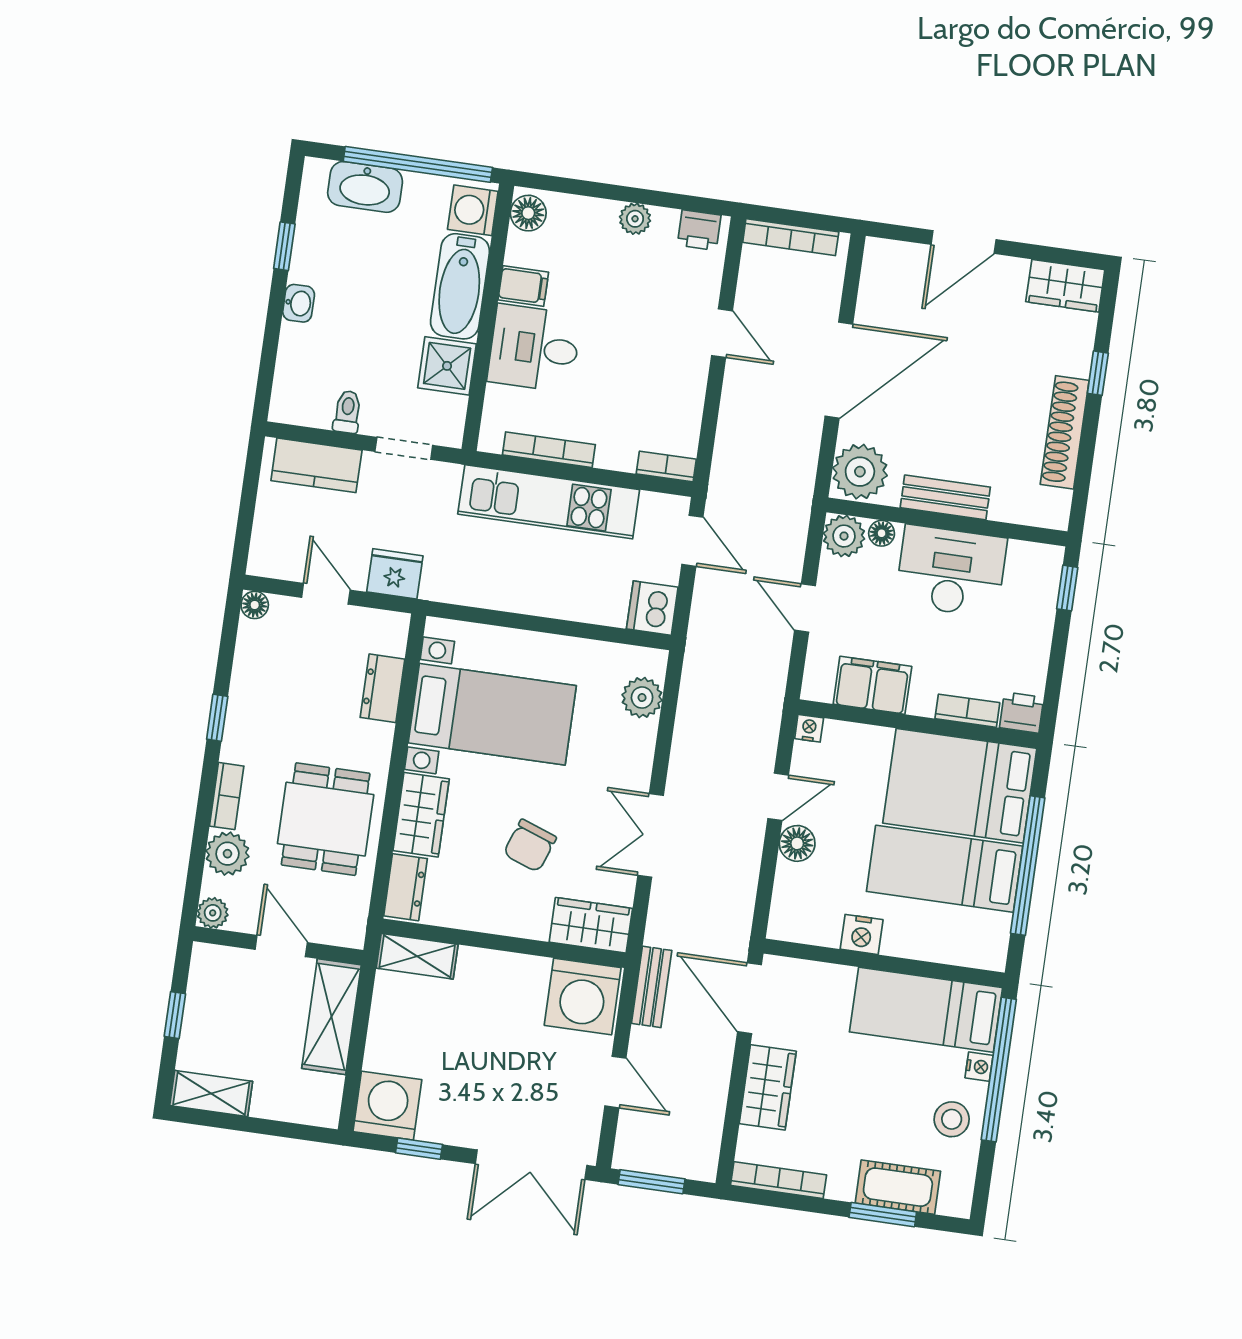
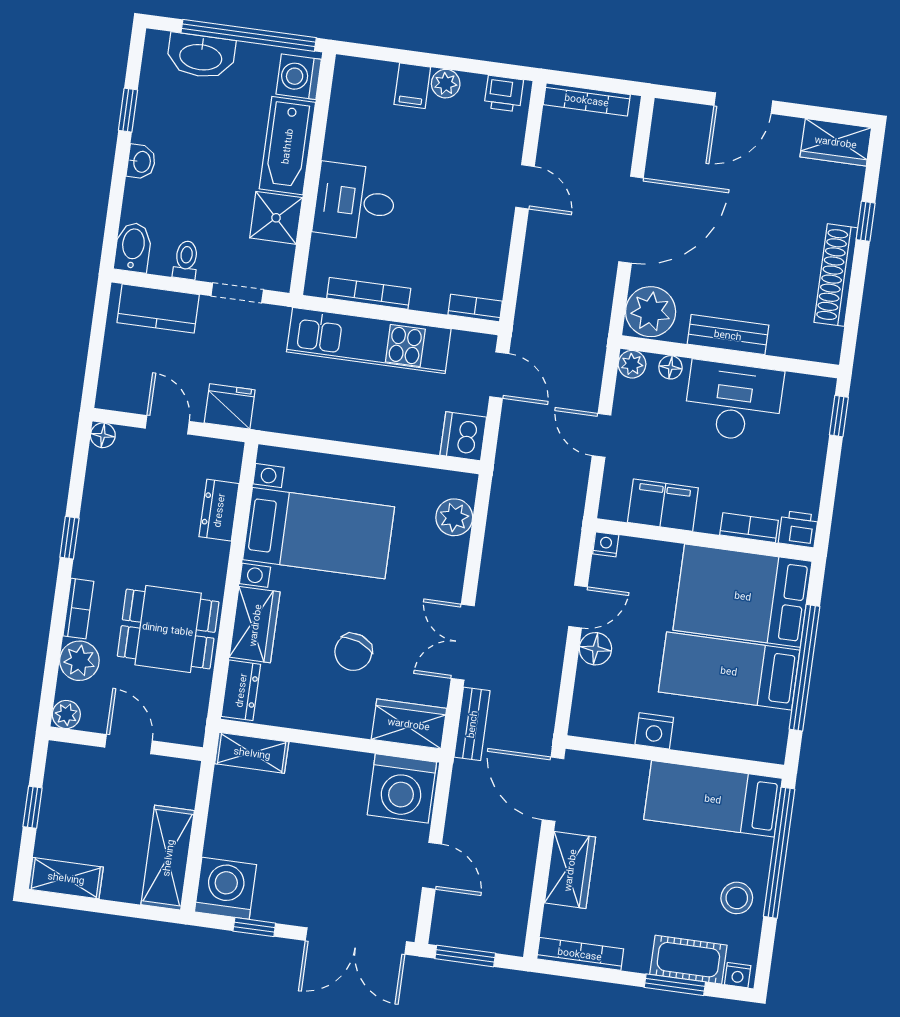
floor lamp: (528, 213) -> (349, 79), removed
filing cabinet: (523, 286) -> (412, 86), moved, turned 90
bidet: (289, 398) -> (133, 247), added
plant: (844, 536) -> (632, 364), width x0.73, depth x0.73
dining table: (326, 819) -> (168, 629), turned 90
bench: (652, 987) -> (472, 724), moved
shelving: (332, 1017) -> (168, 858), moved
nightstand: (979, 1067) -> (738, 975), moved, turned 90

